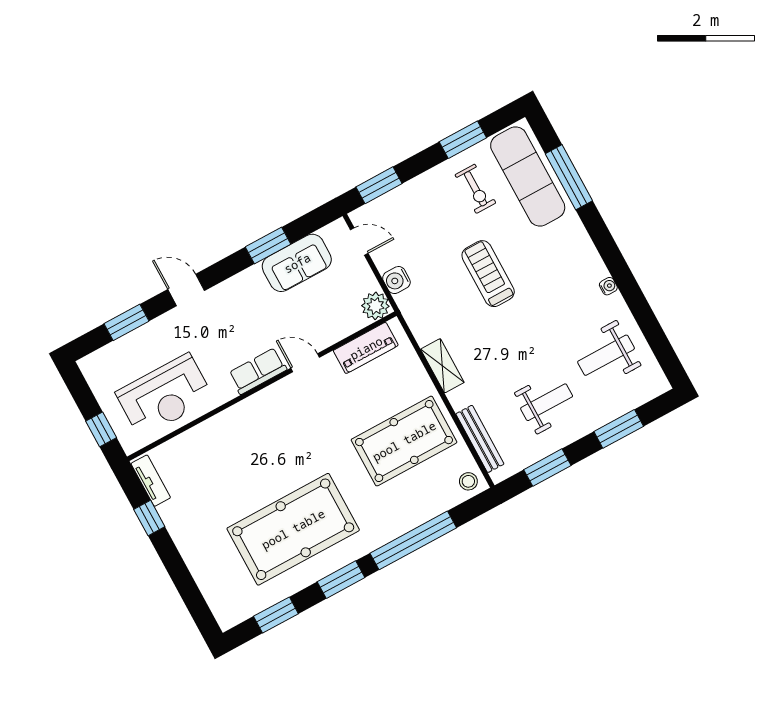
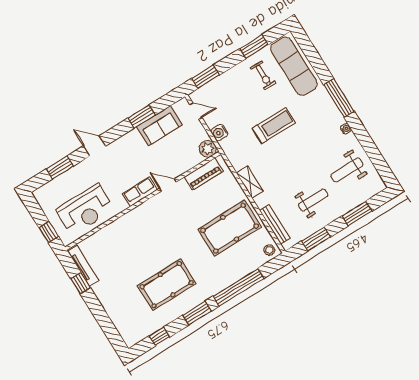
window: (569, 177) -> (339, 98), moved
treadmill: (488, 274) -> (274, 125), turned 90
tv unit: (151, 481) -> (83, 266), width x1.41
pool table: (293, 529) -> (167, 285), width x0.73, depth x0.76
window: (276, 615) -> (159, 336), width x0.67

